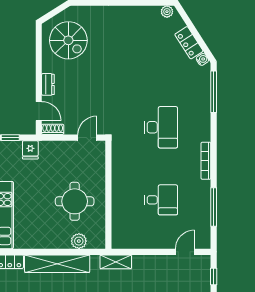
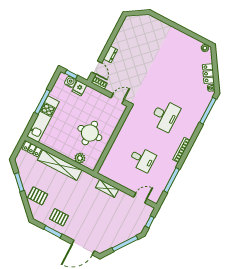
spiral stairs: (68, 40) -> (137, 34), removed
water cooler: (14, 148) -> (70, 82), added
shelving: (116, 262) -> (107, 188), moved

